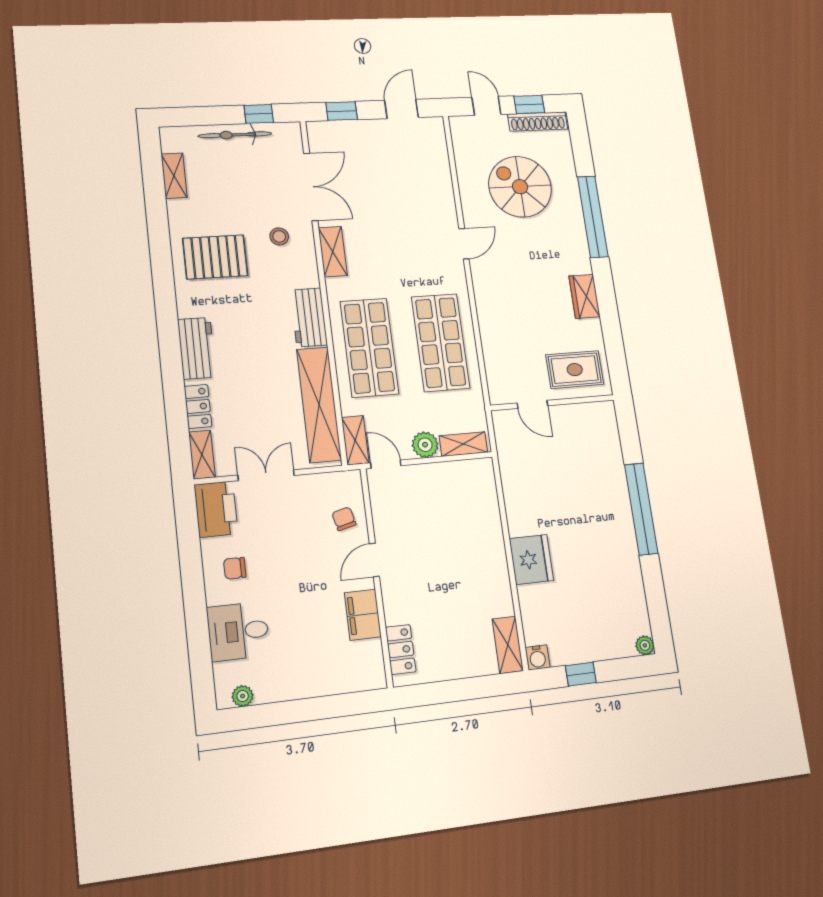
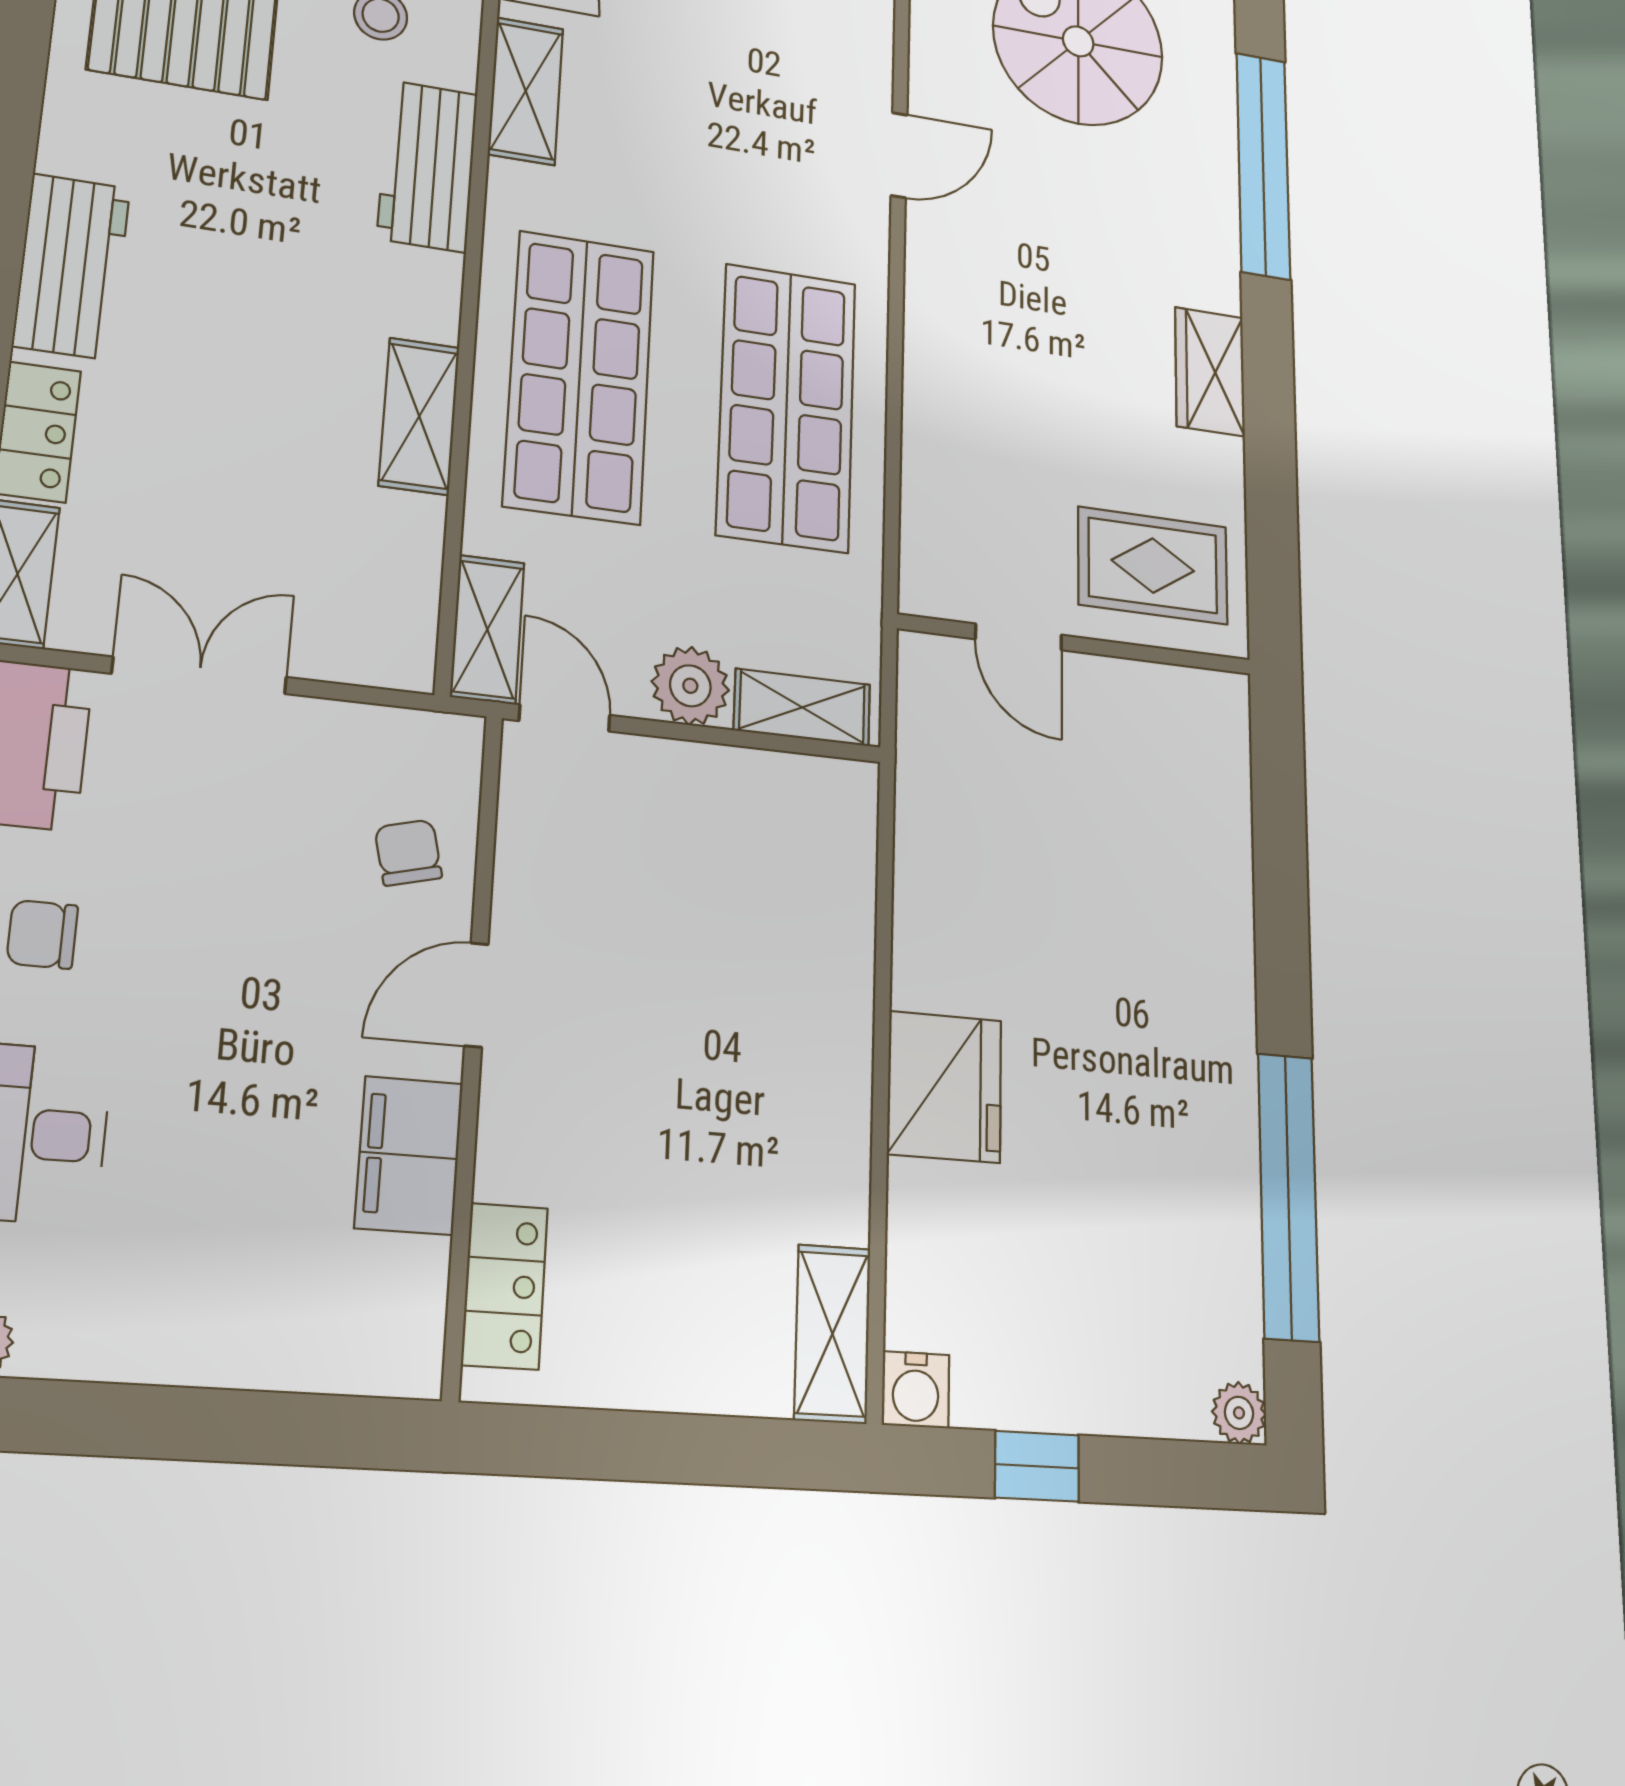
workbench: (309, 317) -> (428, 166), moved
shelving: (319, 404) -> (419, 416), width x0.45, depth x0.75
window: (641, 509) -> (1288, 1196), moved

